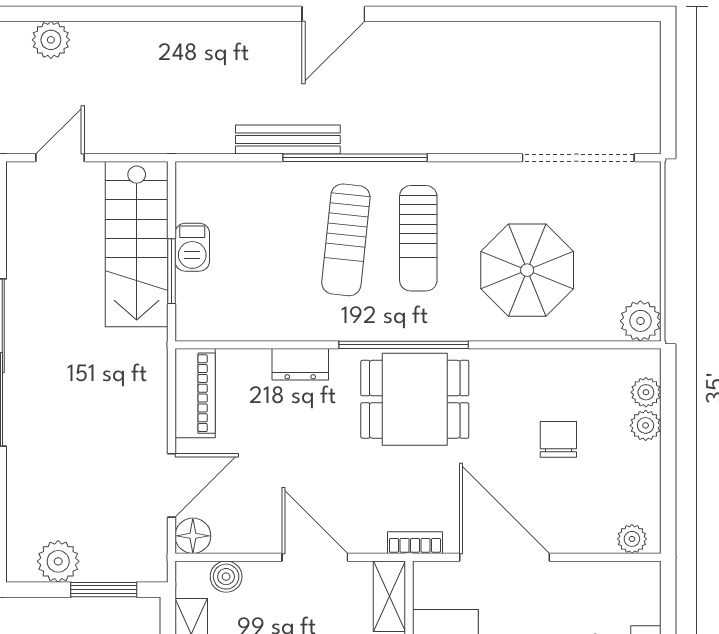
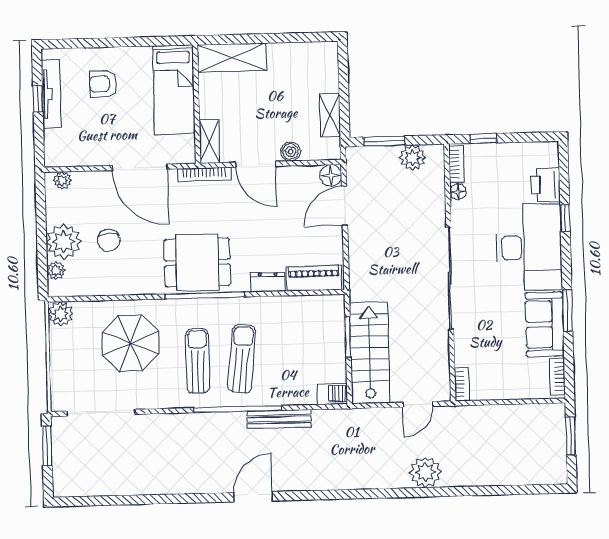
plant: (51, 40) -> (425, 472), width x1.36, depth x1.36
window: (668, 106) -> (47, 446), added
barbecue: (192, 247) -> (332, 394), moved, turned 90
piano: (195, 393) -> (314, 278), moved, turned 90
plant: (646, 425) -> (64, 242), width x1.88, depth x1.88
bookcase: (415, 543) -> (204, 175), width x1.56
boiler: (226, 577) -> (291, 151), moved

